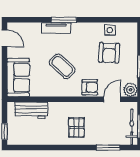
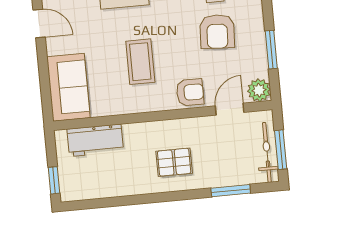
coffee table: (62, 66) -> (140, 62), turned 48
pallet: (76, 128) -> (174, 162), turned 90

